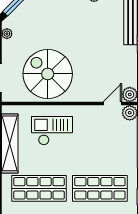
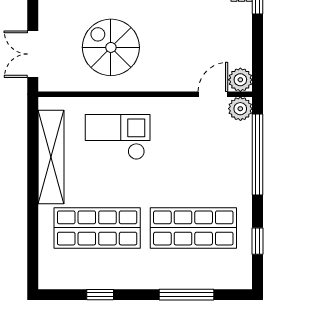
spiral stairs: (48, 74) -> (111, 47), width x0.73, depth x0.73

